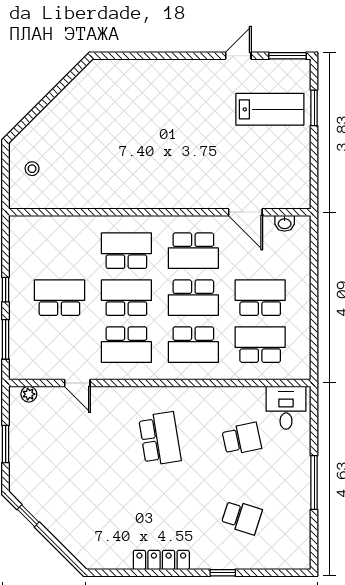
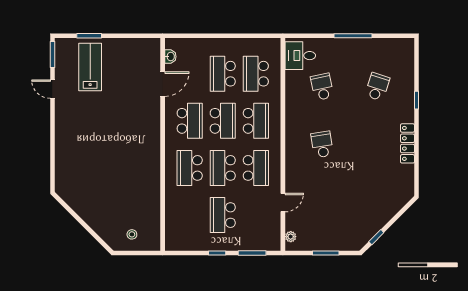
school desk: (160, 439) -> (322, 144), width x0.54

